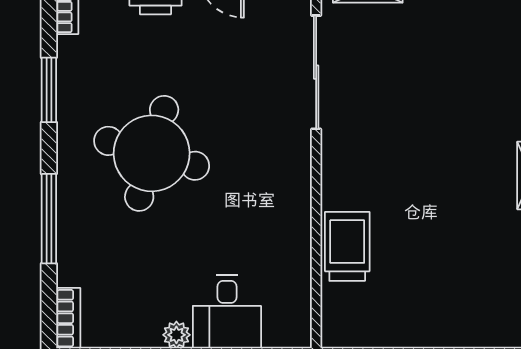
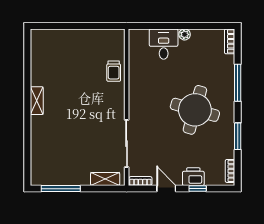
trolley: (347, 246) -> (114, 71), width x0.73, depth x0.72

